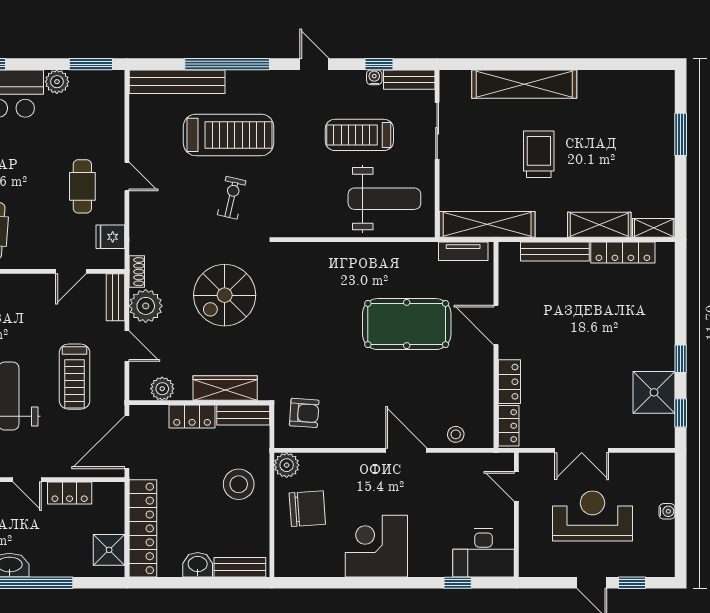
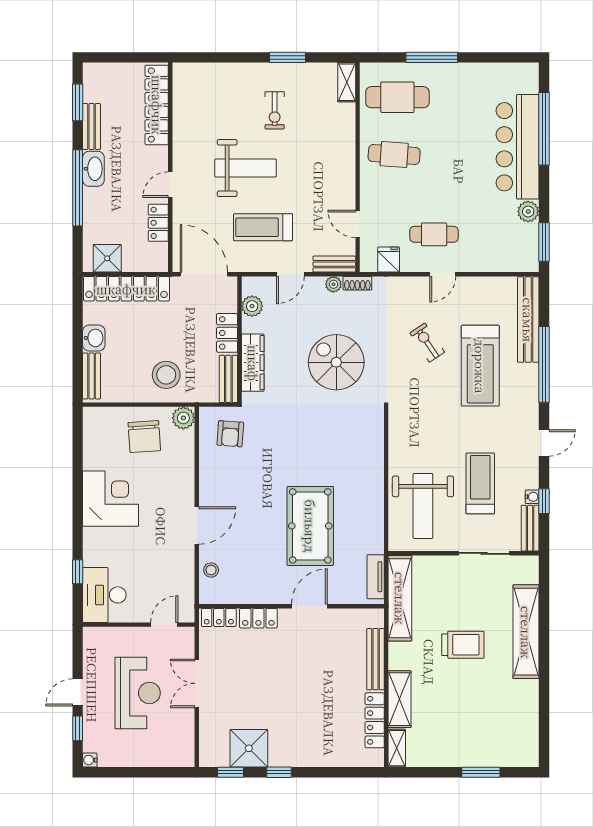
exercise bike: (232, 198) -> (427, 343), moved, turned -137
plant: (146, 306) -> (333, 284), width x0.53, depth x0.53
water cooler: (667, 511) -> (90, 760), moved, turned 90

